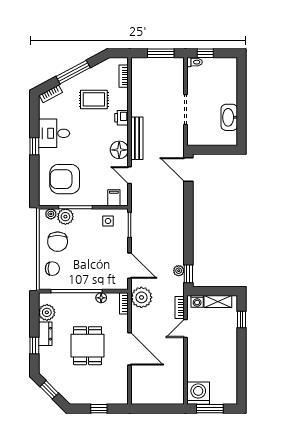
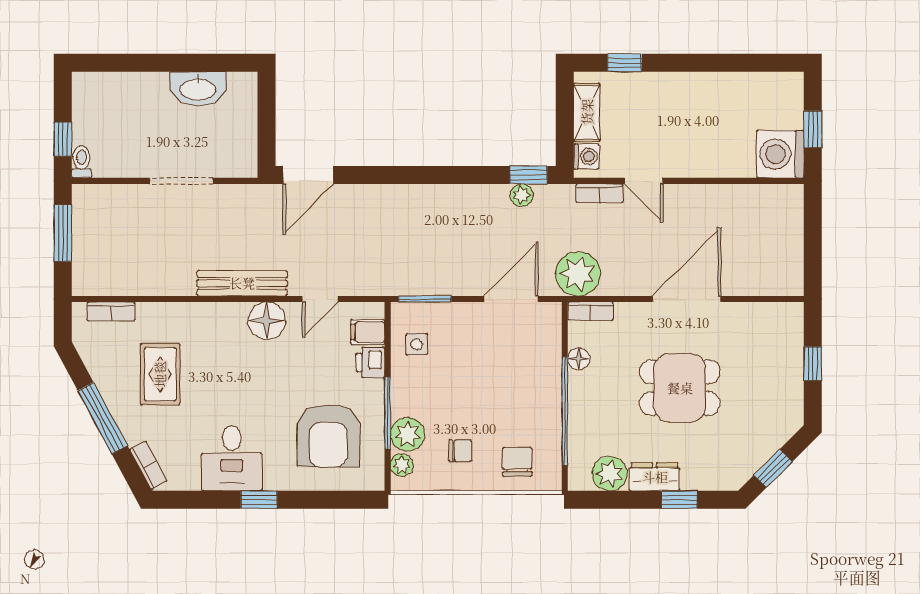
printer: (121, 118) -> (371, 363), moved, turned 90
chair: (58, 242) -> (460, 451), width x0.54, depth x0.54
window: (210, 409) -> (813, 129), width x0.67

